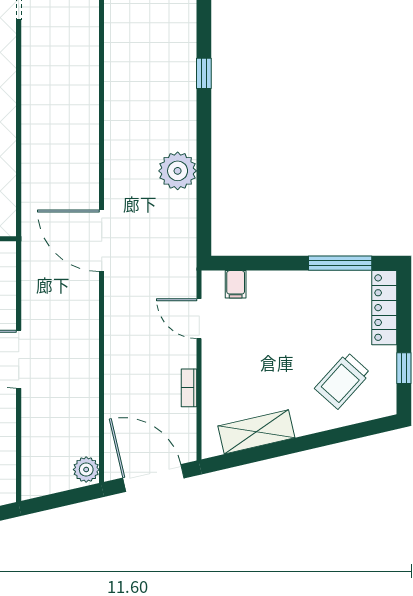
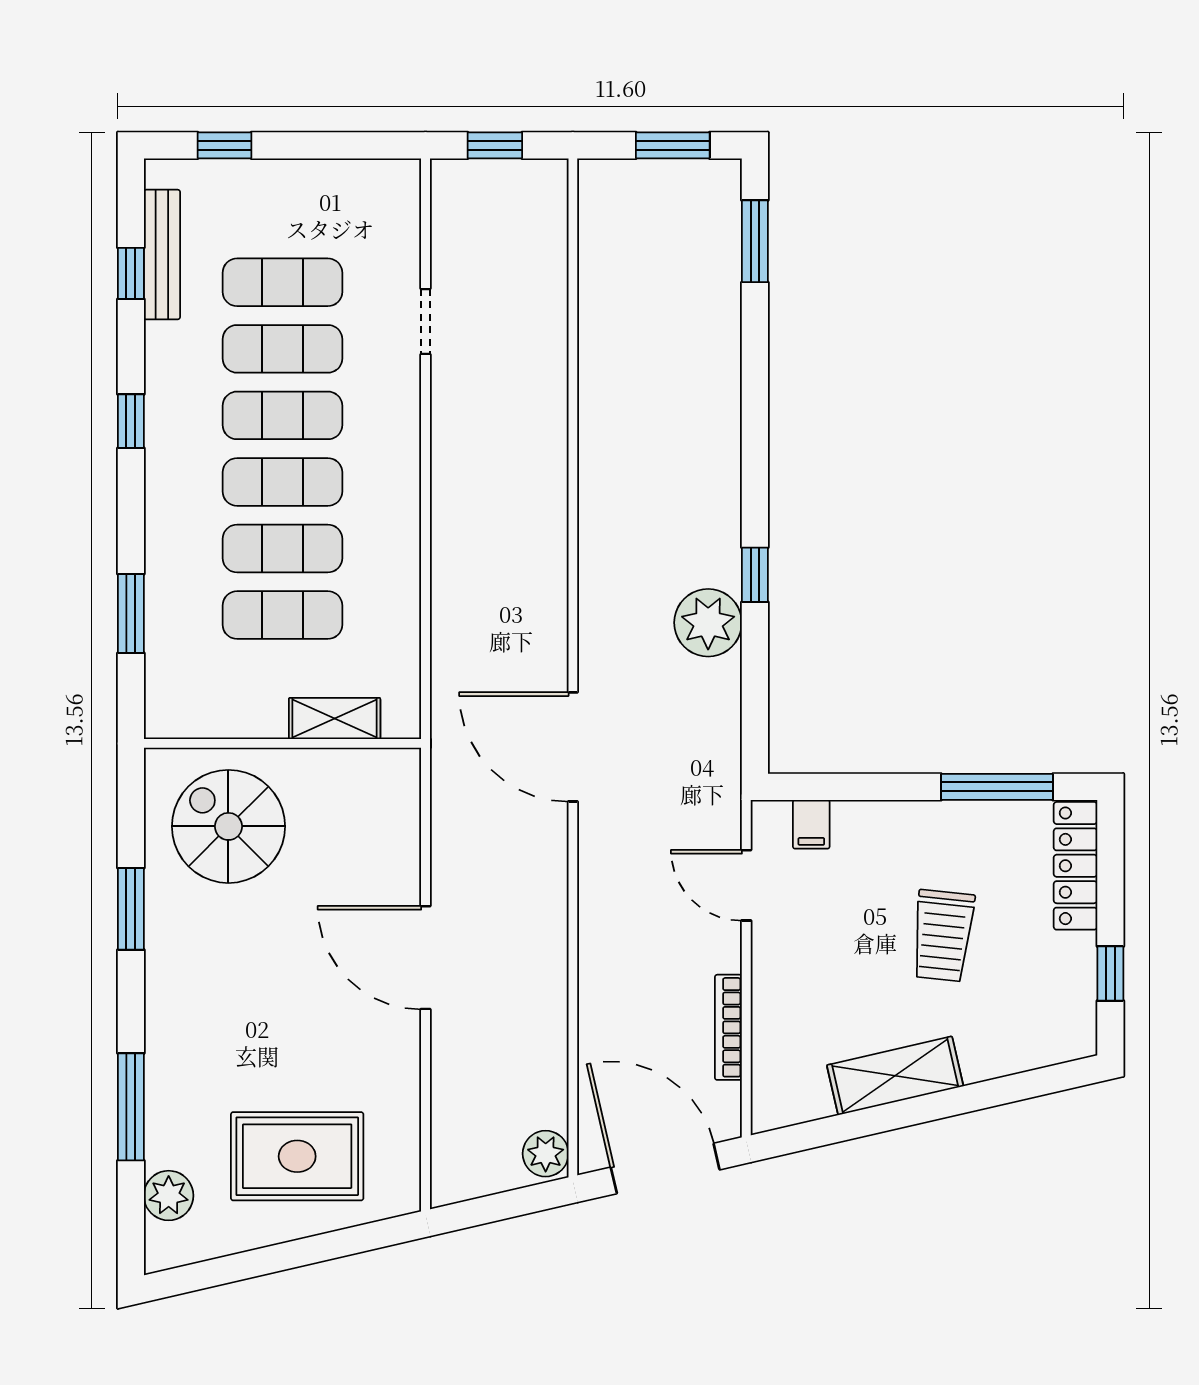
window: (204, 73) -> (755, 575), moved
trolley: (343, 381) -> (943, 936), moved, turned -36
bookcase: (189, 388) -> (728, 1027), width x1.56
shelving: (256, 432) -> (895, 1076), moved

